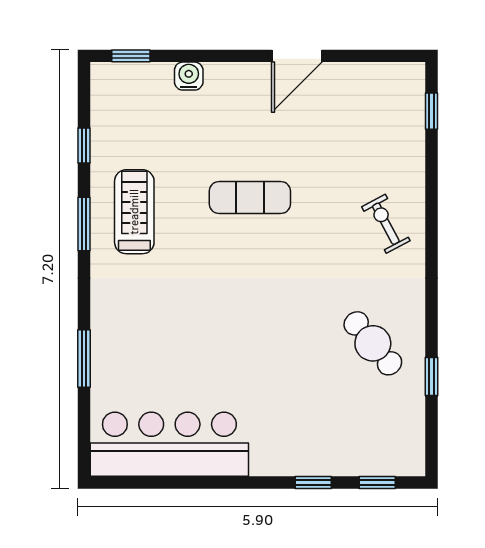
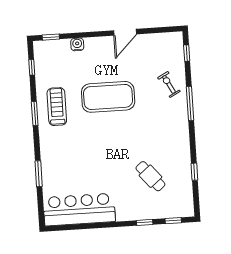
window: (84, 146) -> (32, 67), moved
exercise mat: (250, 197) -> (108, 97), width x2.00, depth x1.45
exercise bike: (386, 224) -> (169, 84), moved
window: (431, 224) -> (190, 103), added
cafe table: (373, 343) -> (150, 176), moved

